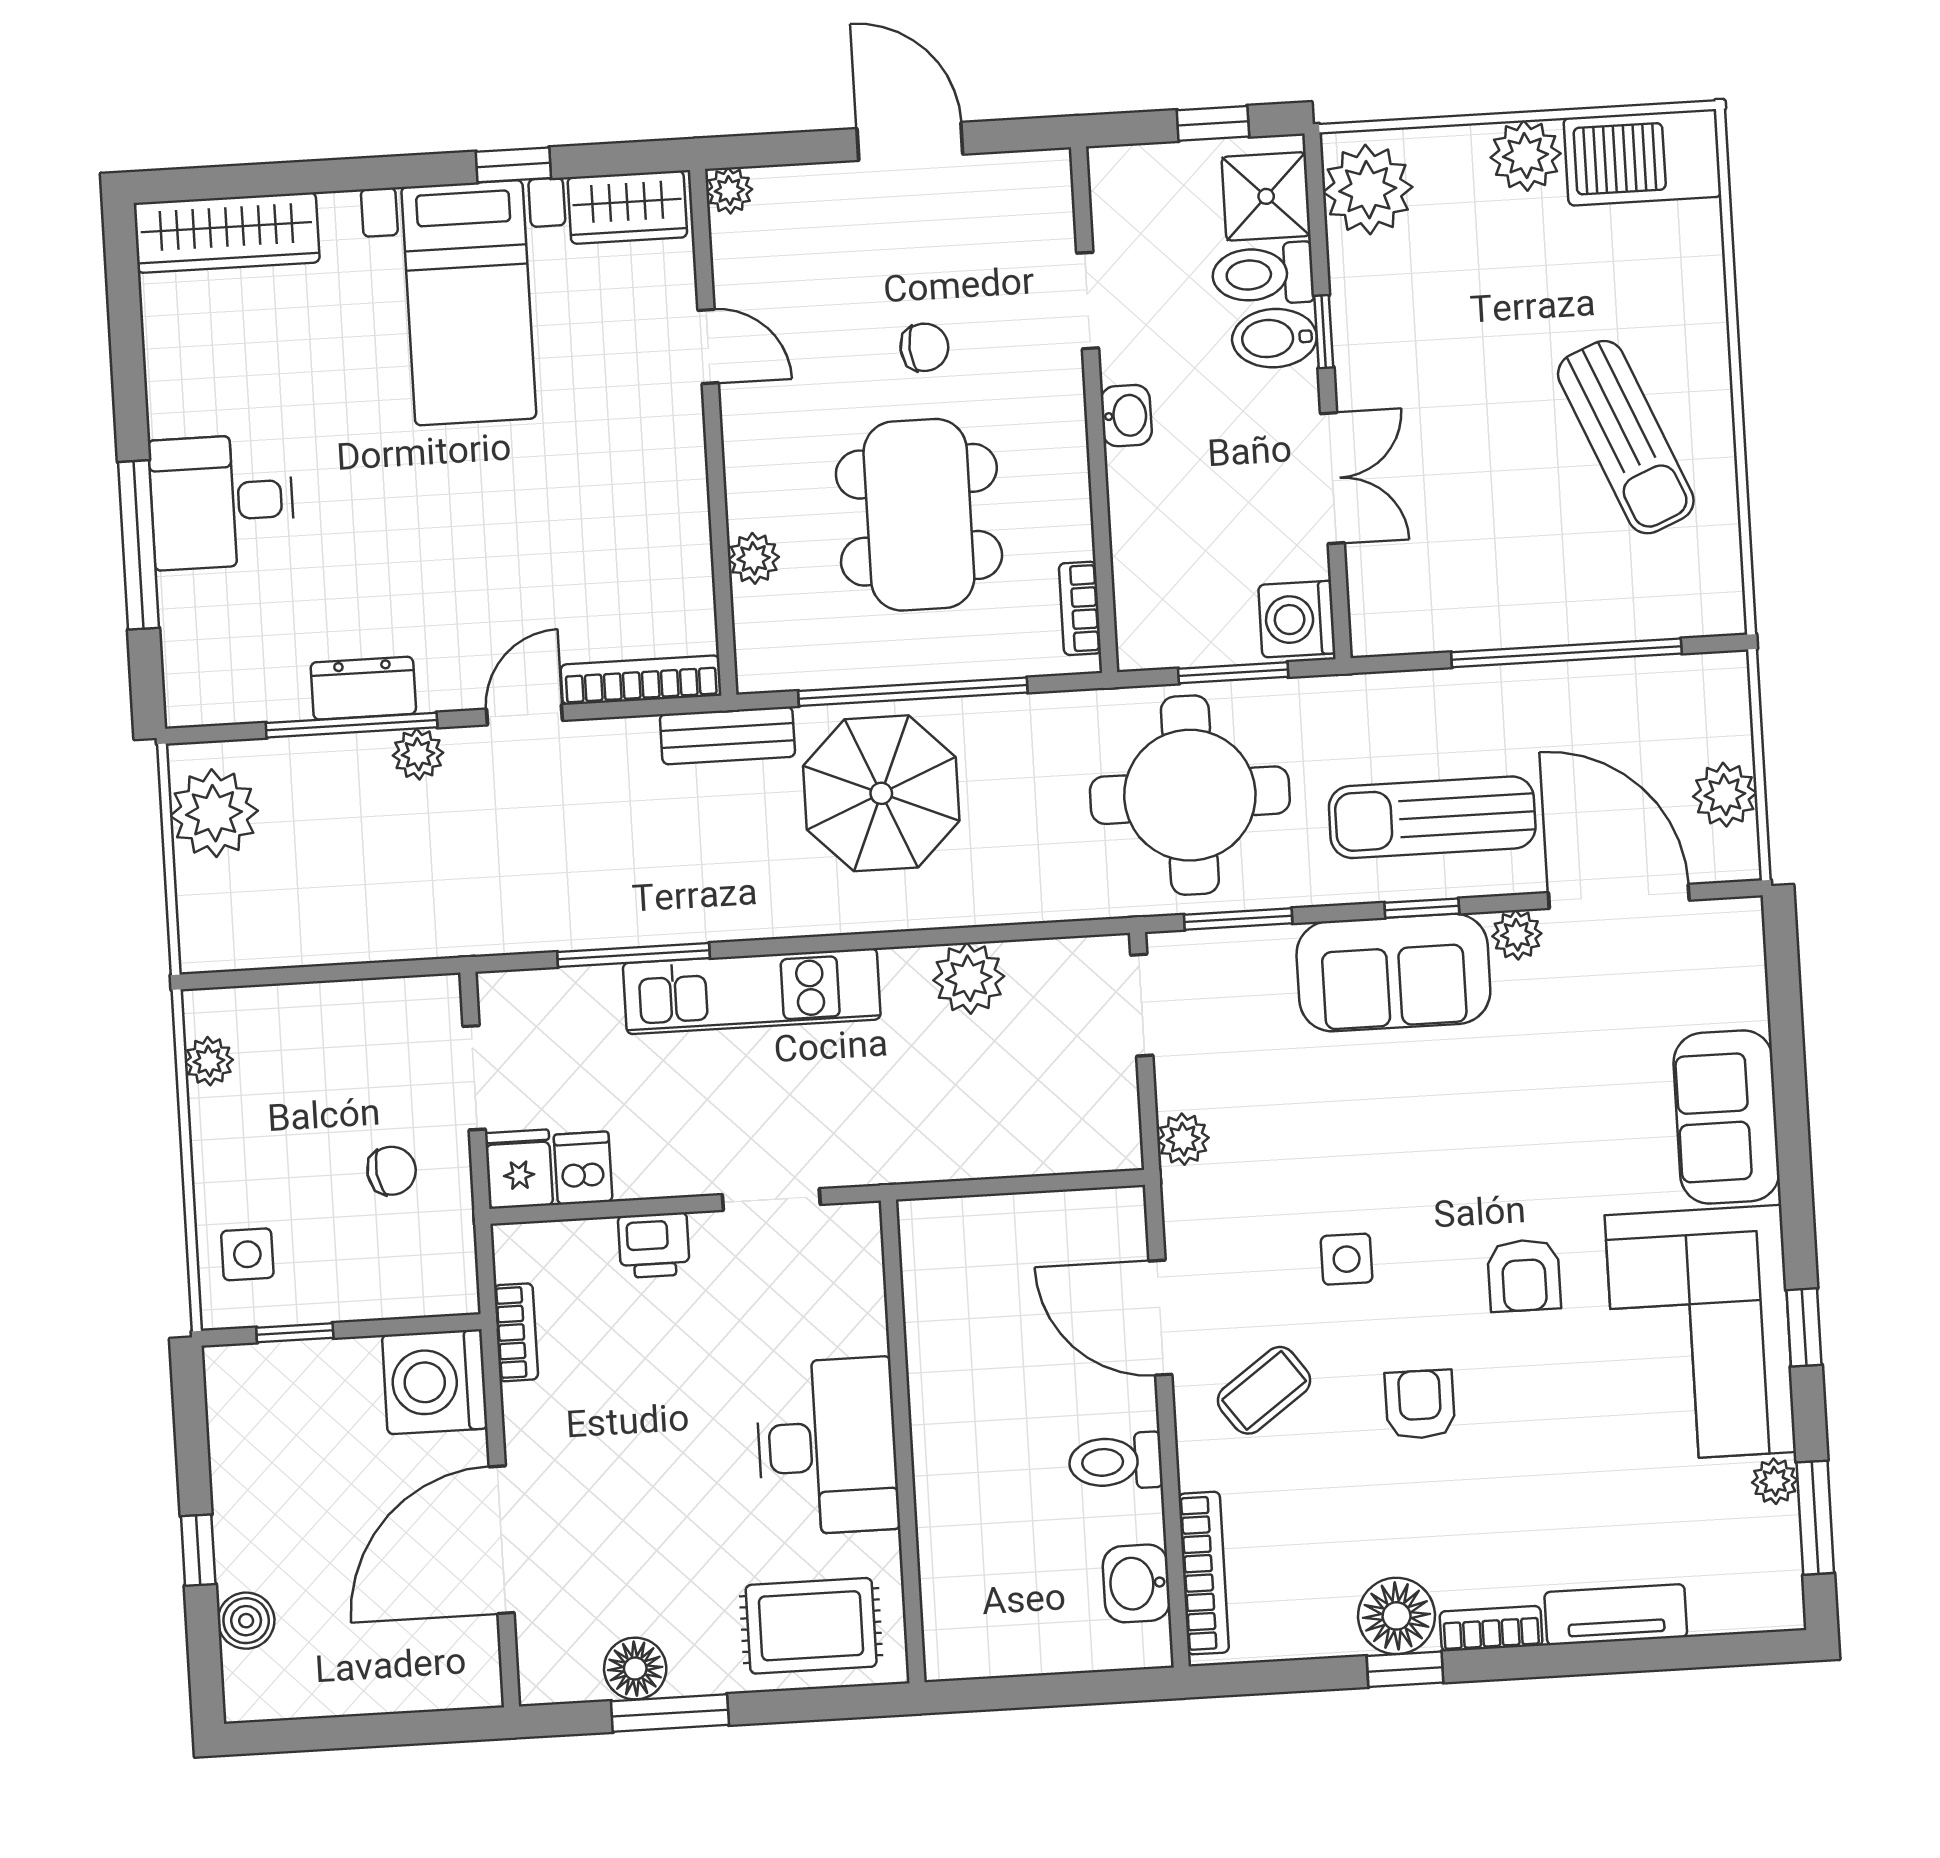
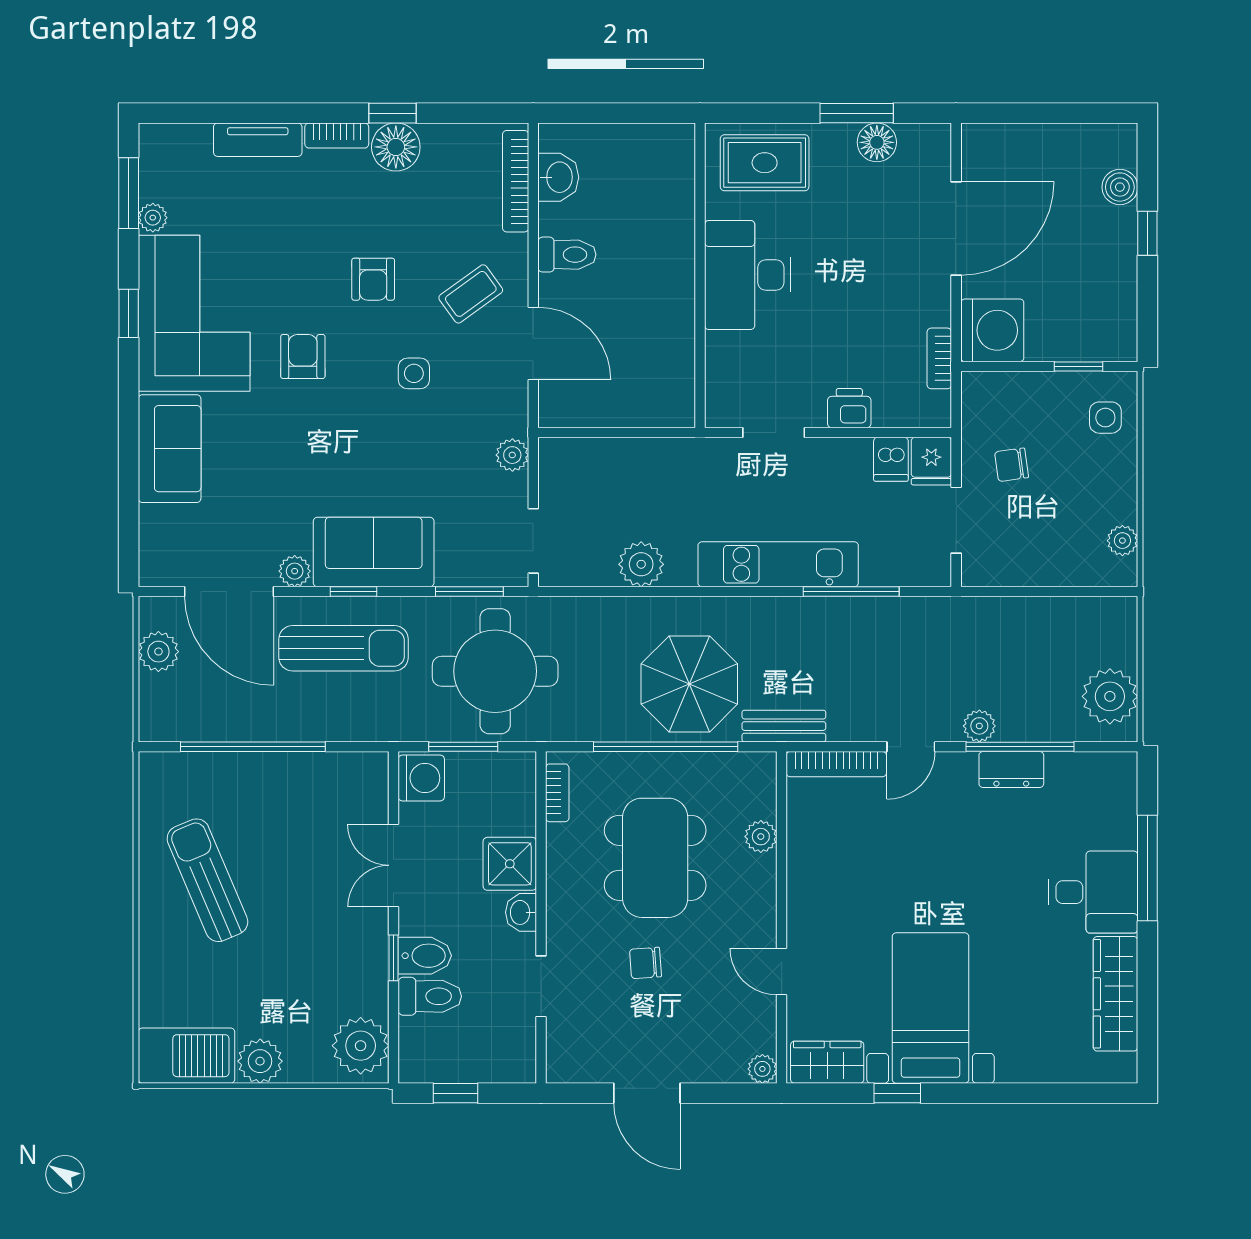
shower: (1266, 196) -> (510, 864), moved
wardrobe: (227, 233) -> (1115, 994), moved, turned -90

